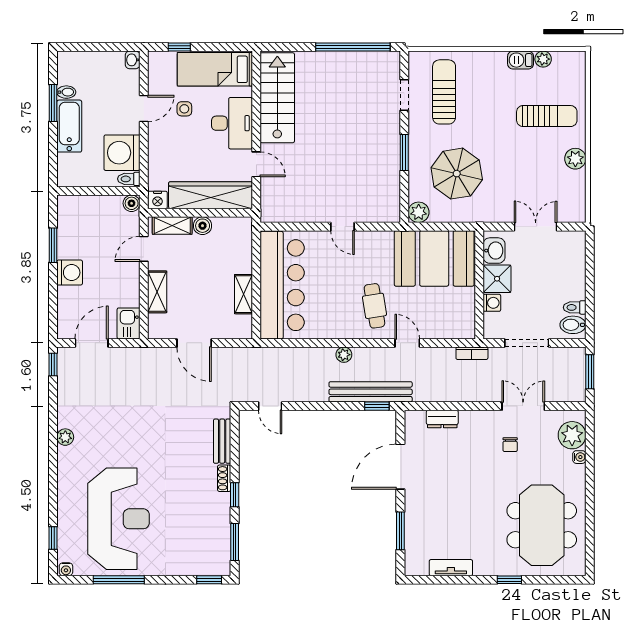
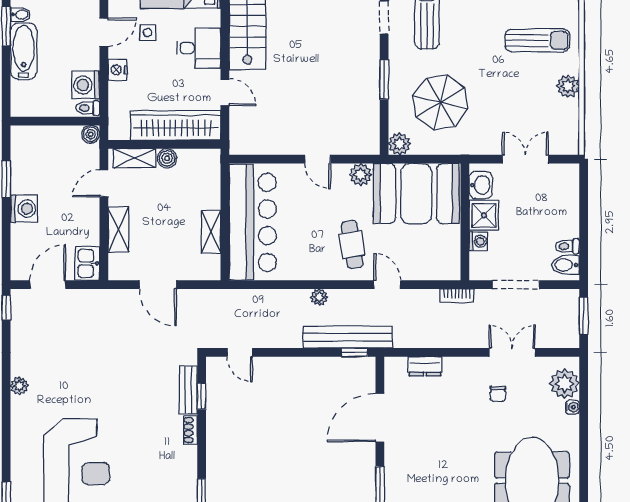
desk: (232, 123) -> (199, 48), width x0.73
washing machine: (122, 153) -> (86, 85), width x0.73, depth x0.73
nightstand: (158, 200) -> (118, 70), moved, turned 90
plant: (382, 241) -> (361, 175), added
window: (235, 495) -> (202, 396), moved

